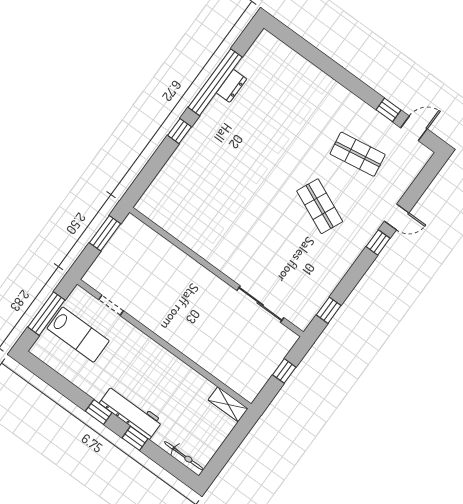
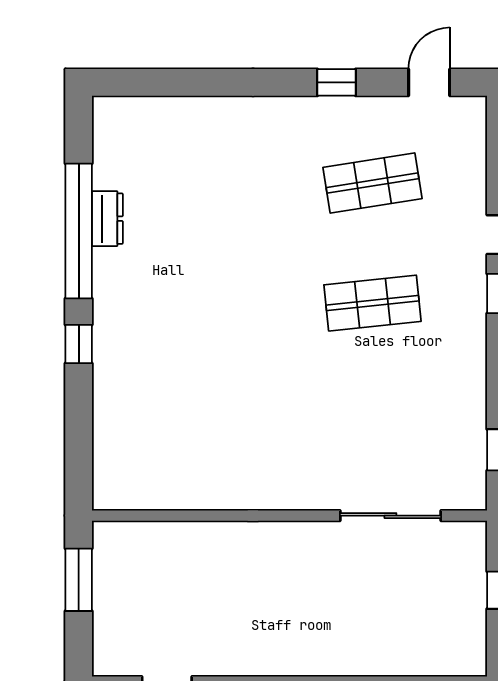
window: (389, 110) -> (337, 82), moved
shop shelf: (320, 206) -> (372, 303), turned -30

